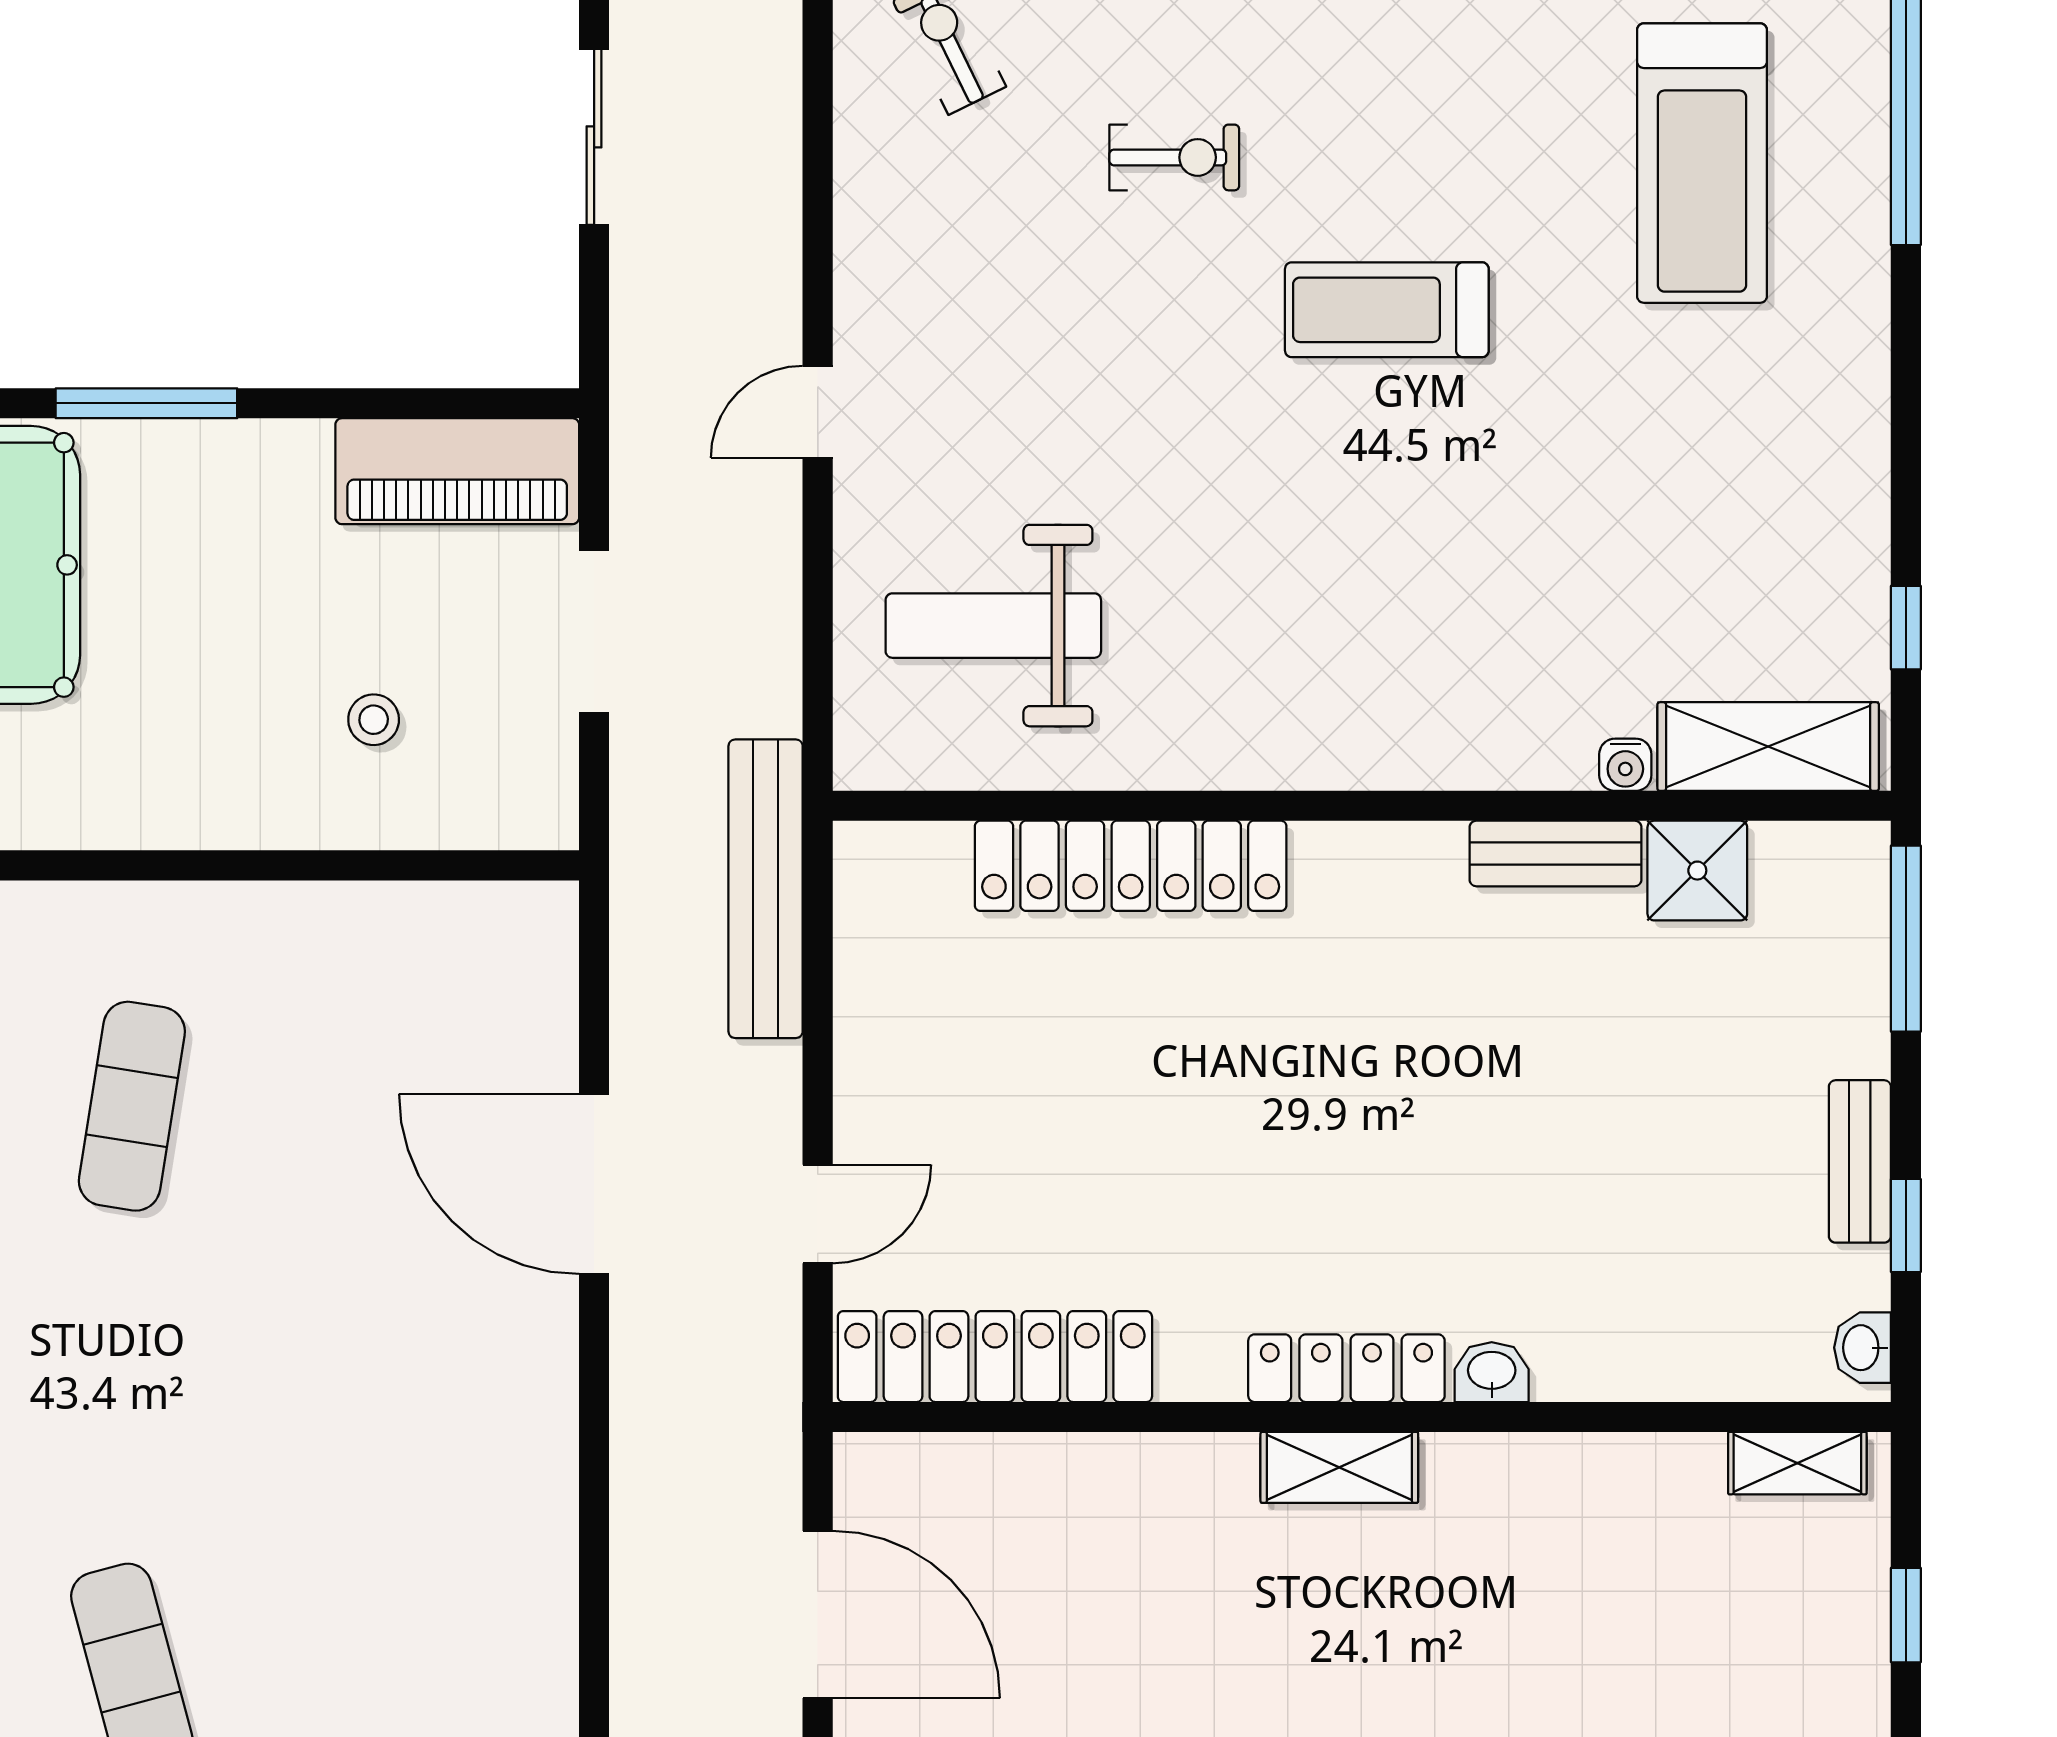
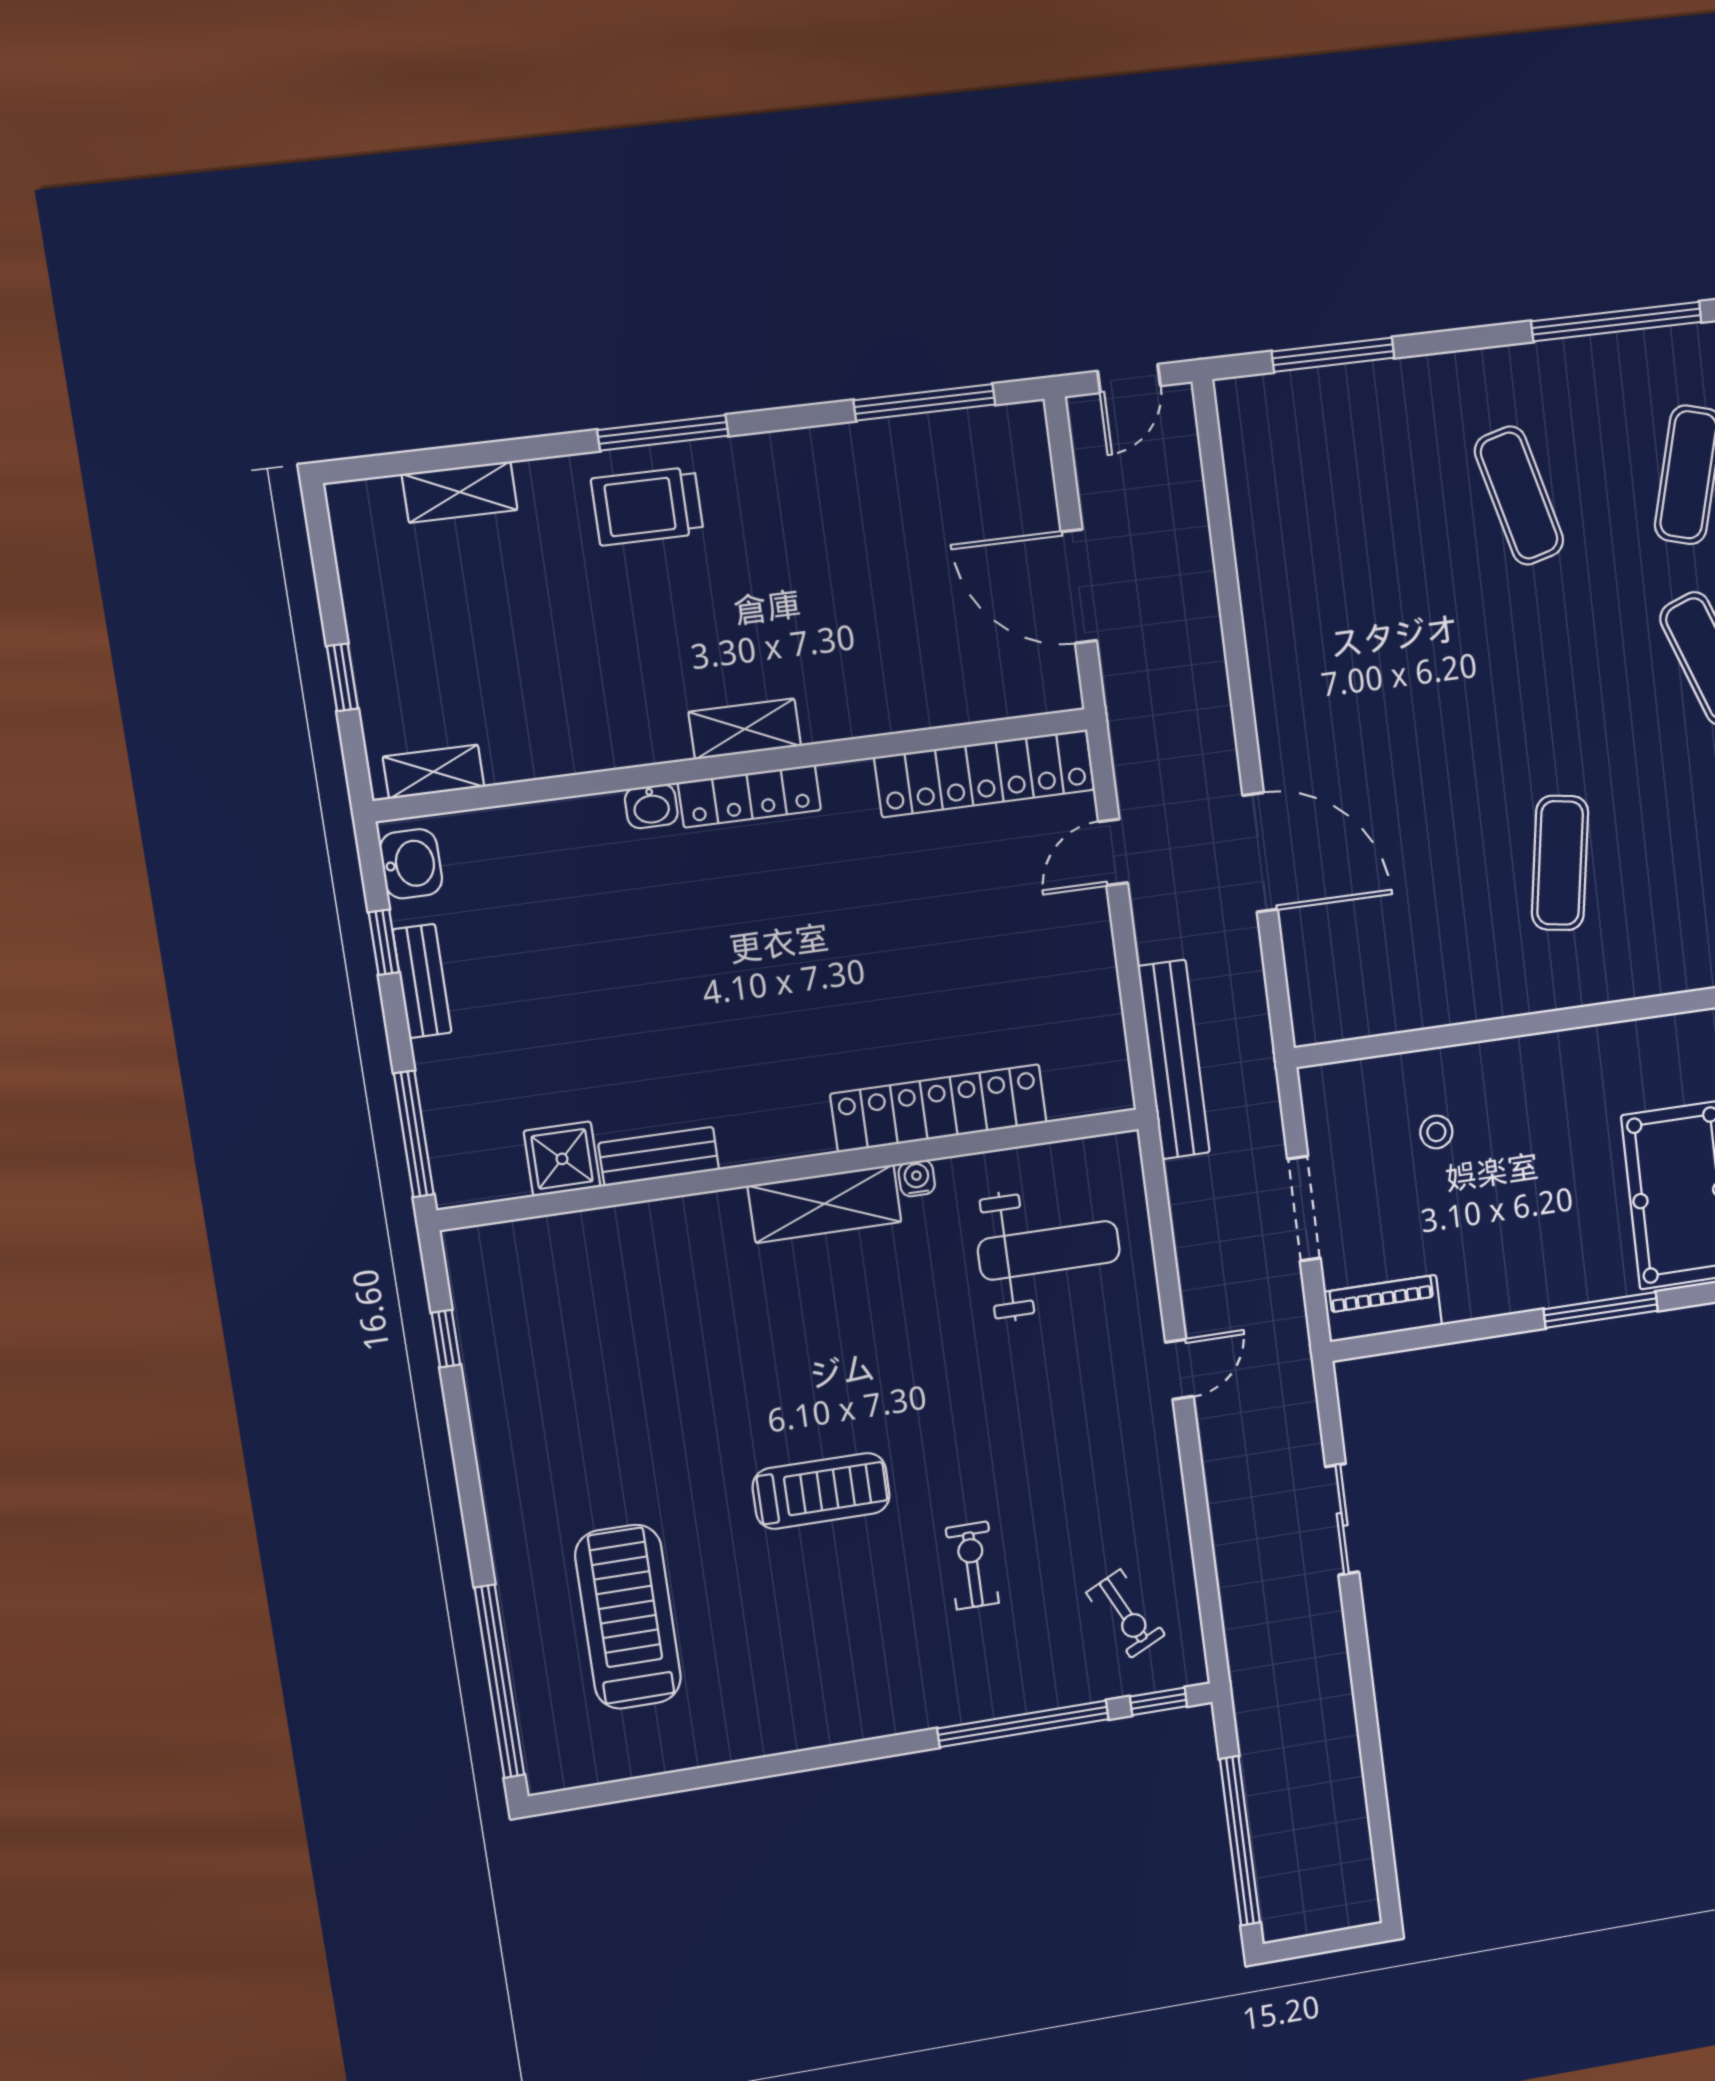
exercise bike: (1174, 157) -> (972, 1565), turned 90
piano: (457, 471) -> (1383, 1308), width x0.73, depth x0.75
shelving: (1768, 747) -> (825, 1204), moved
water cooler: (1625, 765) -> (917, 1178), moved
washbasin: (1862, 1348) -> (411, 864), width x1.38, depth x1.45

